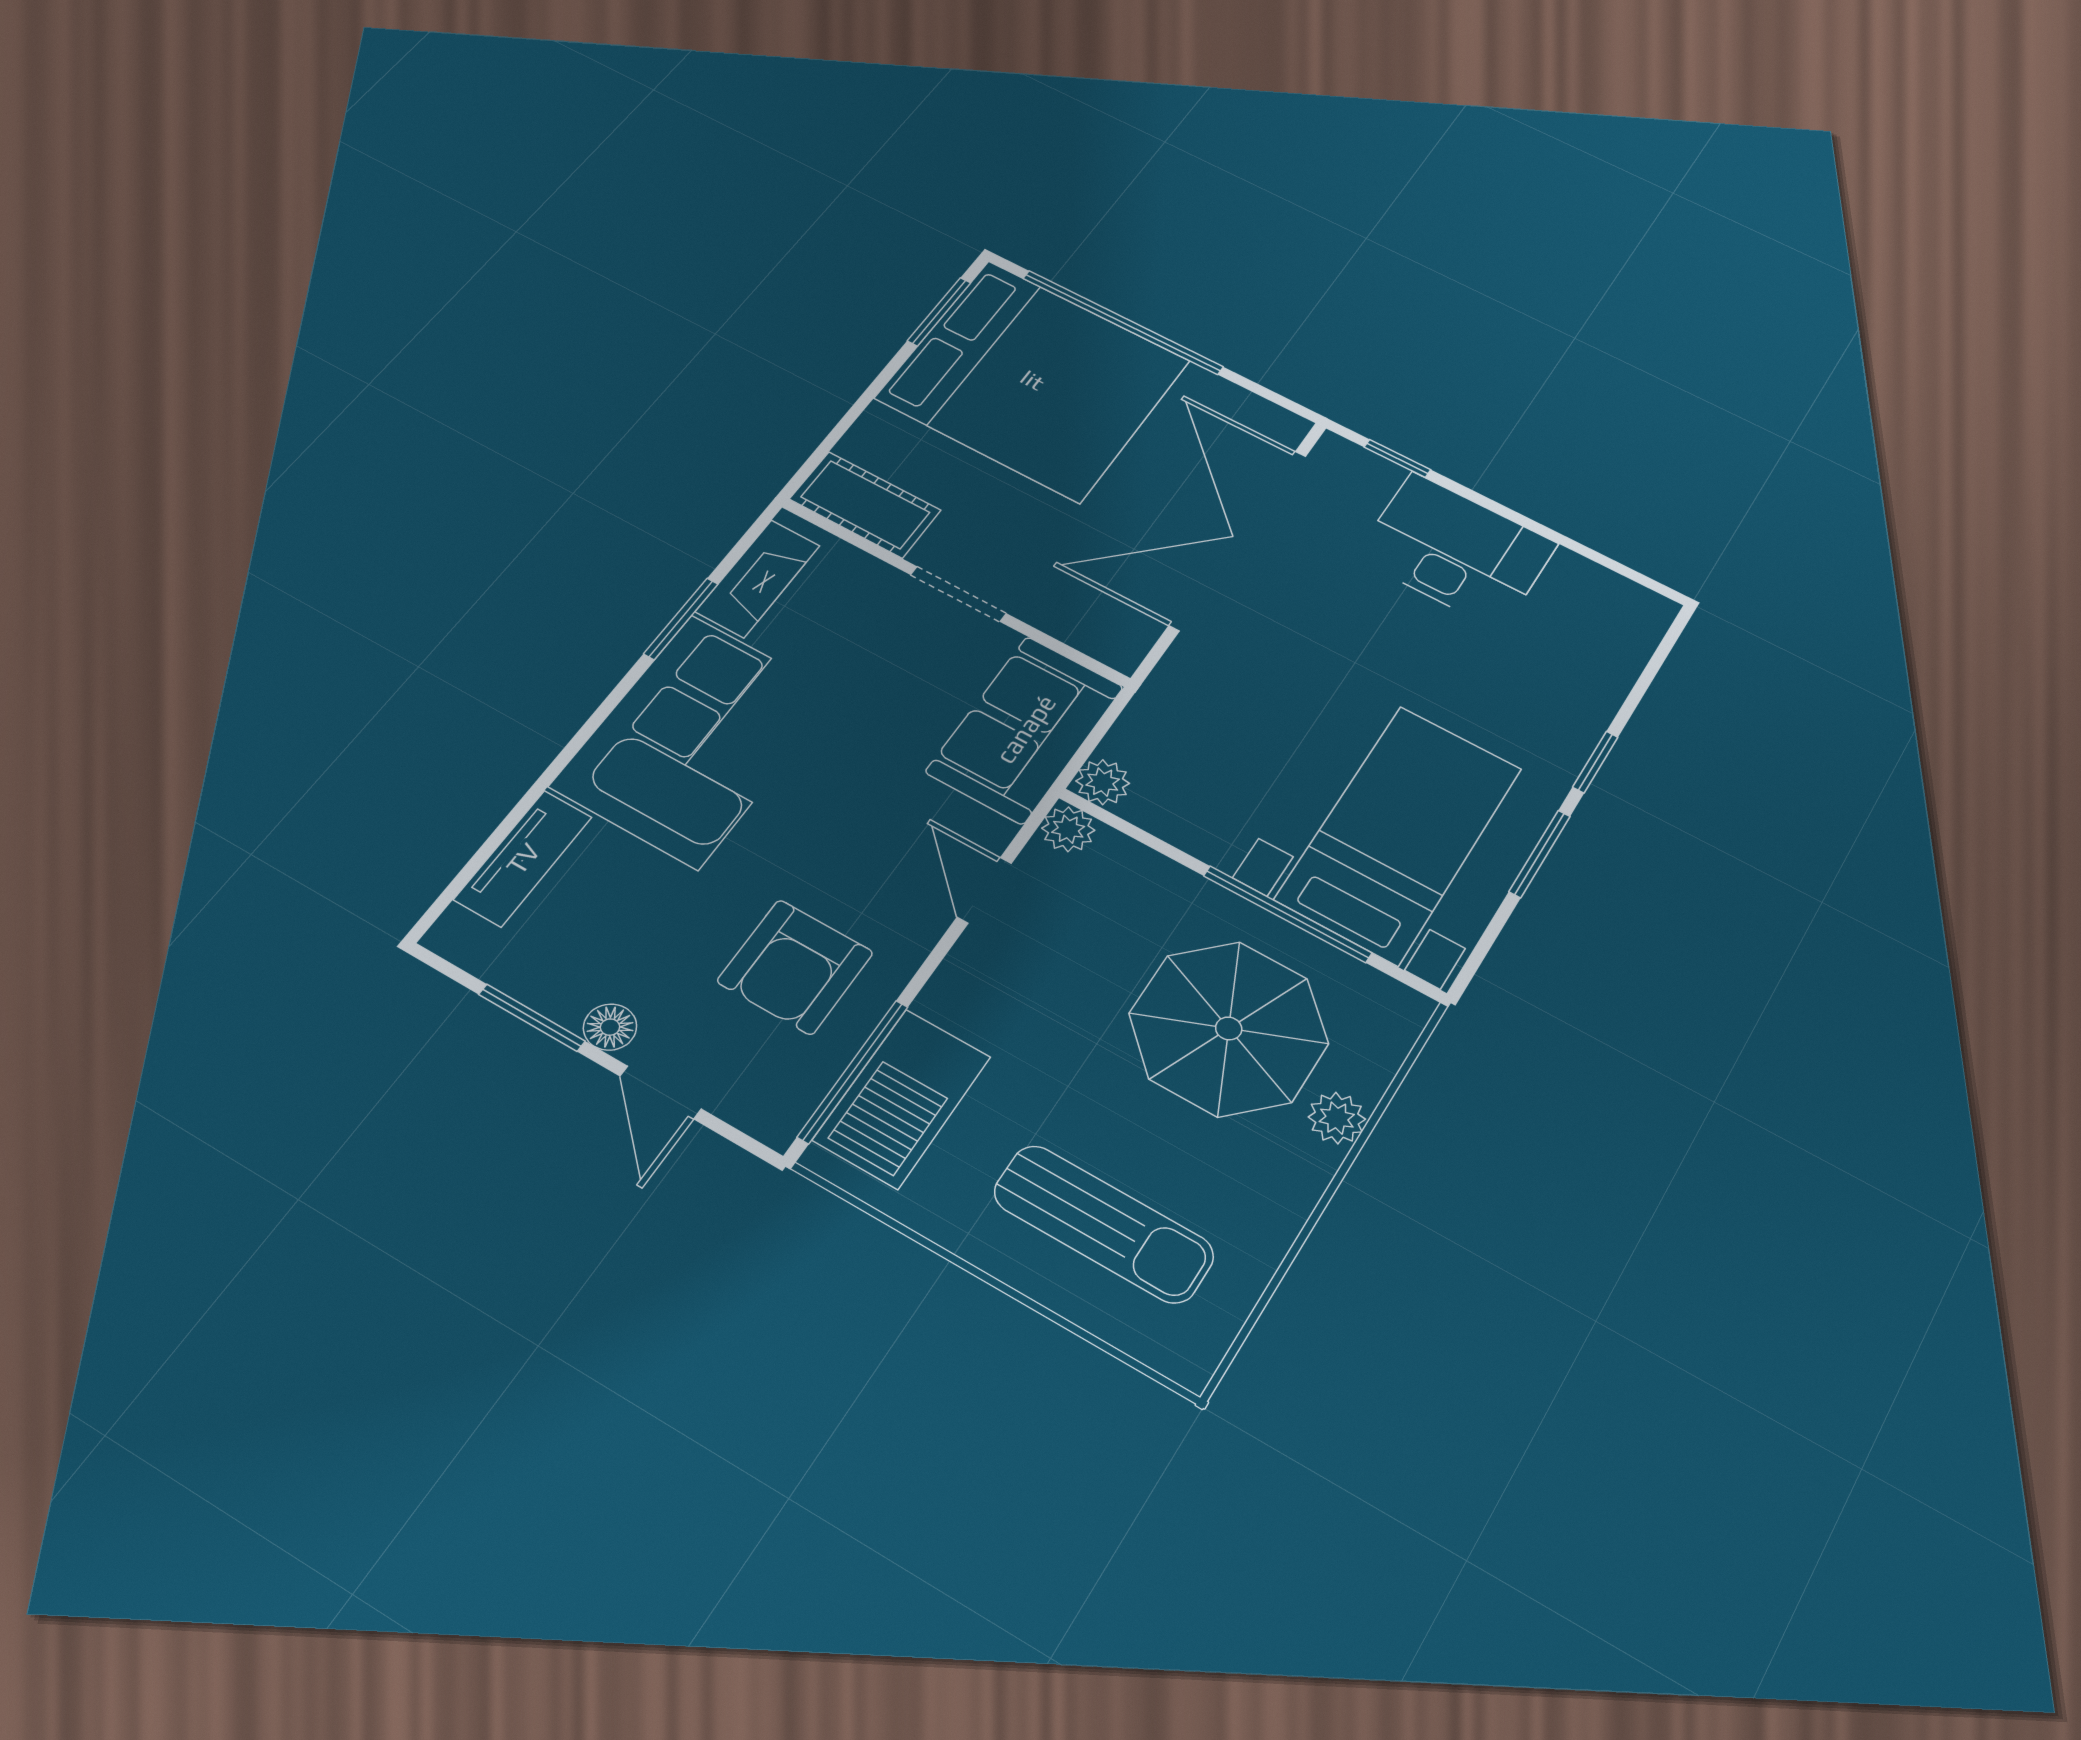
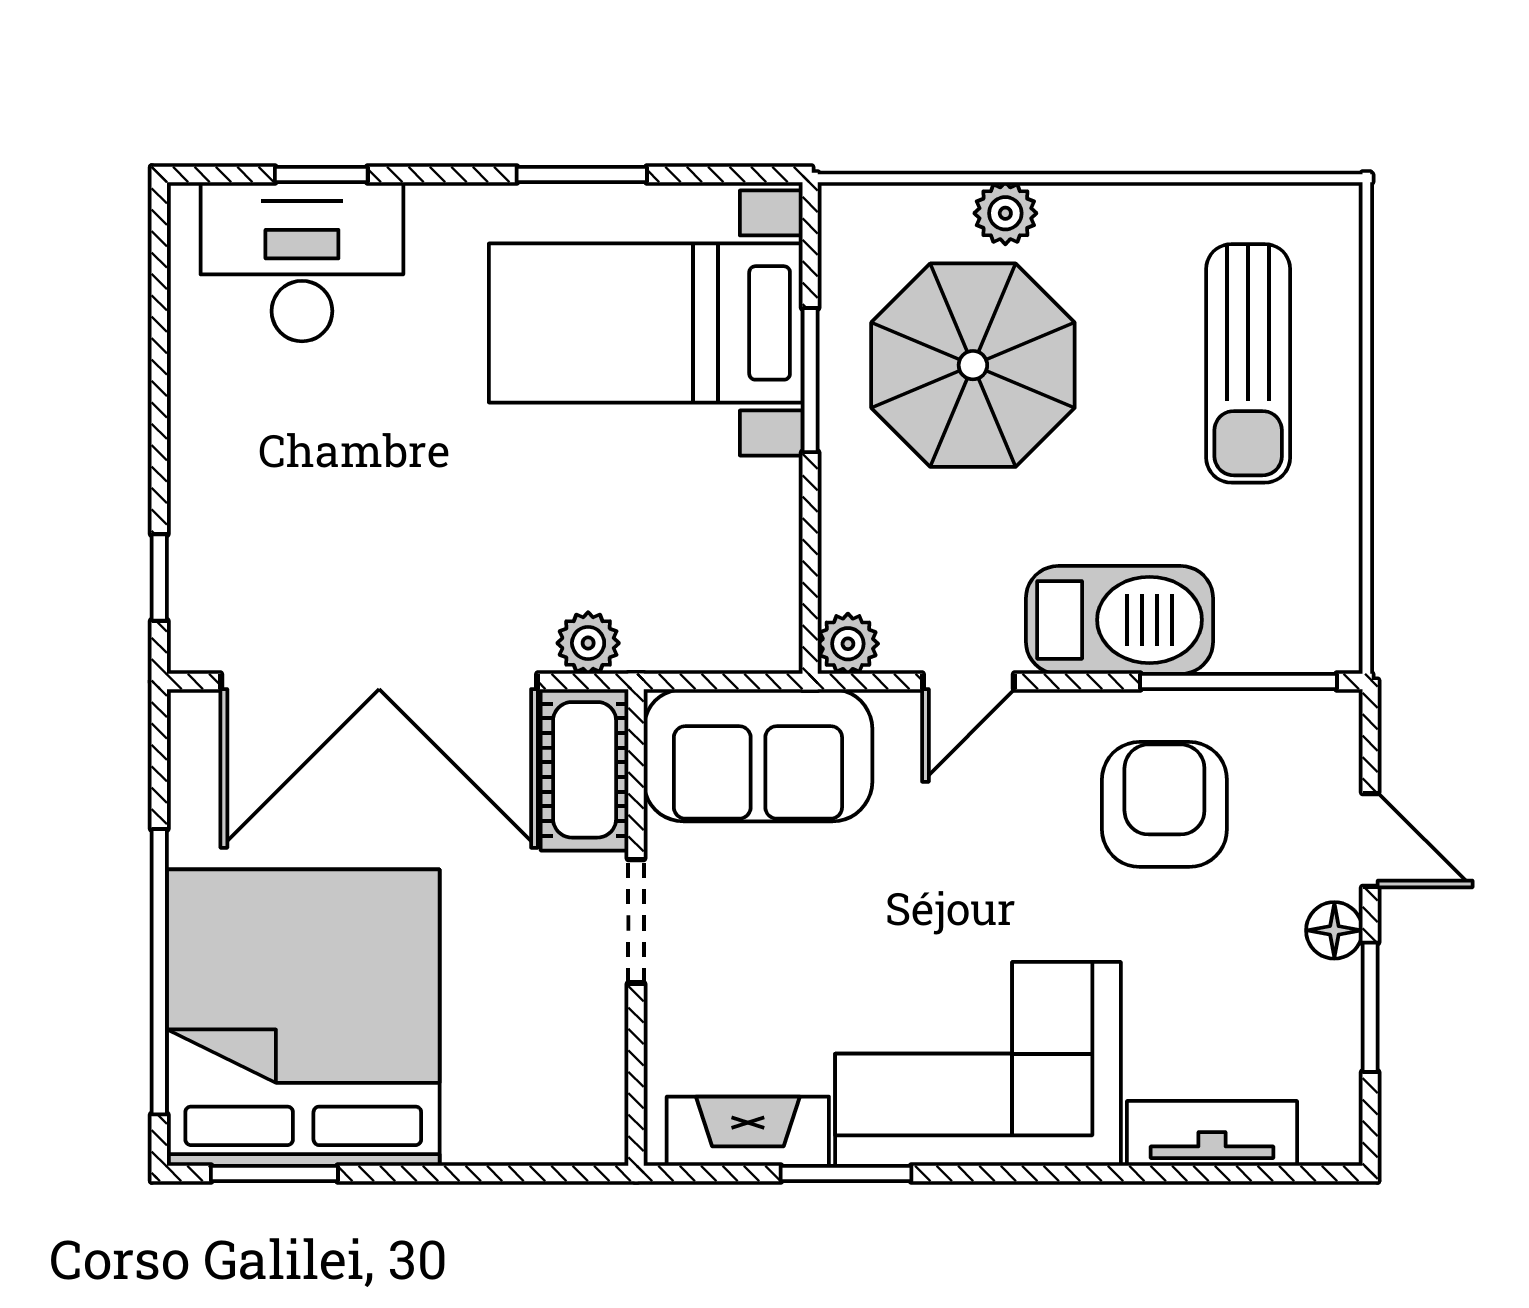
cot: (865, 505) -> (585, 770), moved
desk: (1456, 550) -> (302, 262), moved, turned 90
window: (1595, 762) -> (321, 174), moved
plant: (1103, 782) -> (588, 643), moved
window: (1287, 914) -> (810, 380), width x0.69
armchair: (795, 967) -> (1164, 804), turned -90
door: (661, 1093) -> (1370, 840), hinge flipped
barbecue: (902, 1098) -> (1120, 620), moved
sun lounger: (1104, 1224) -> (1248, 363), turned 180

